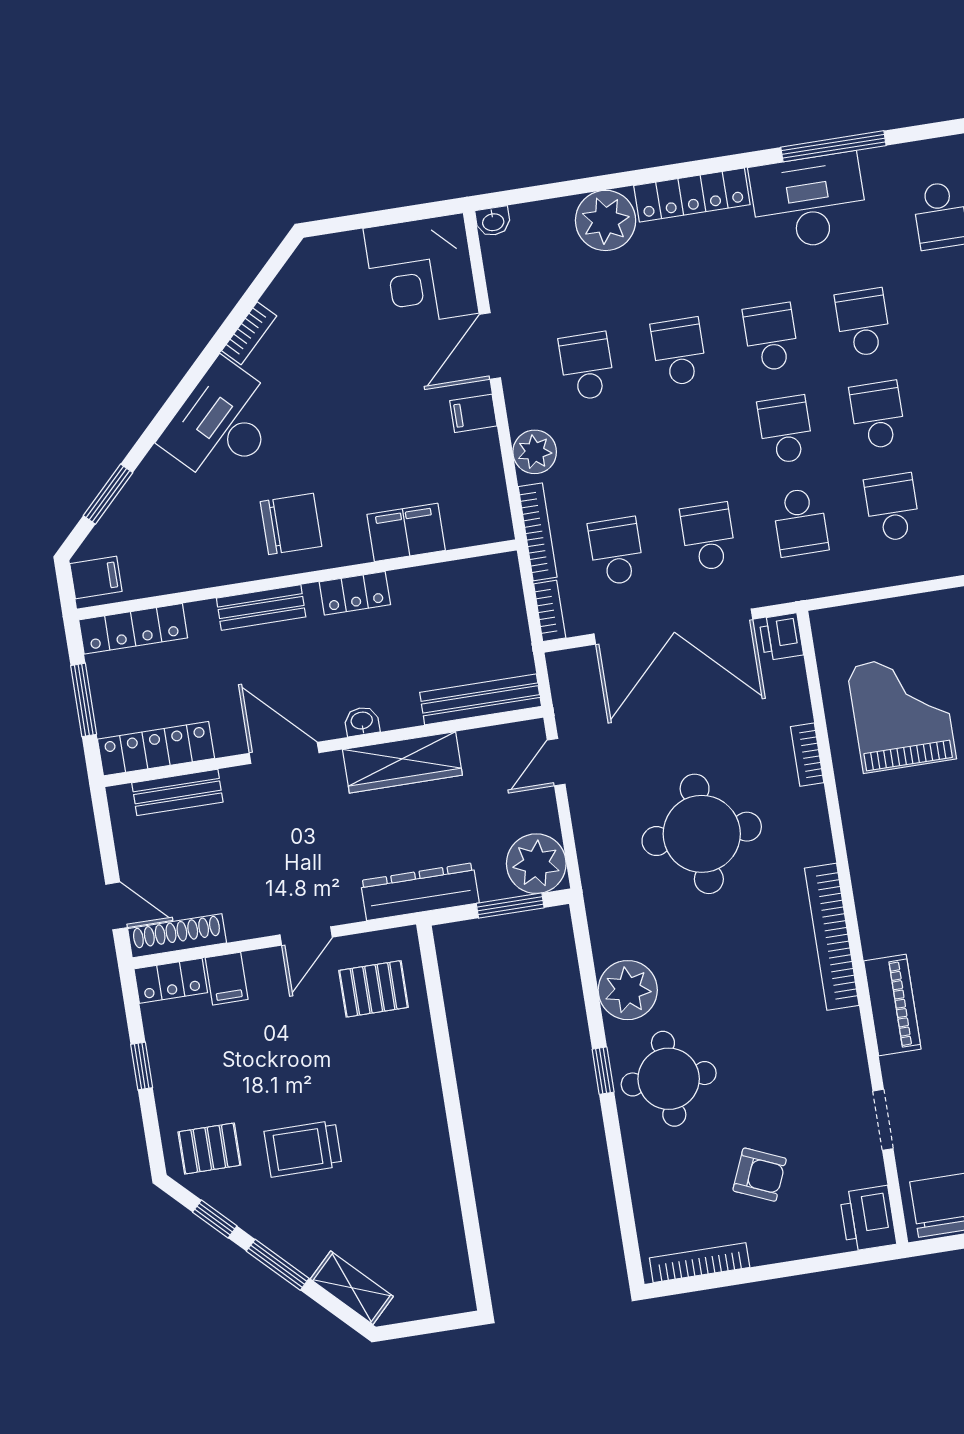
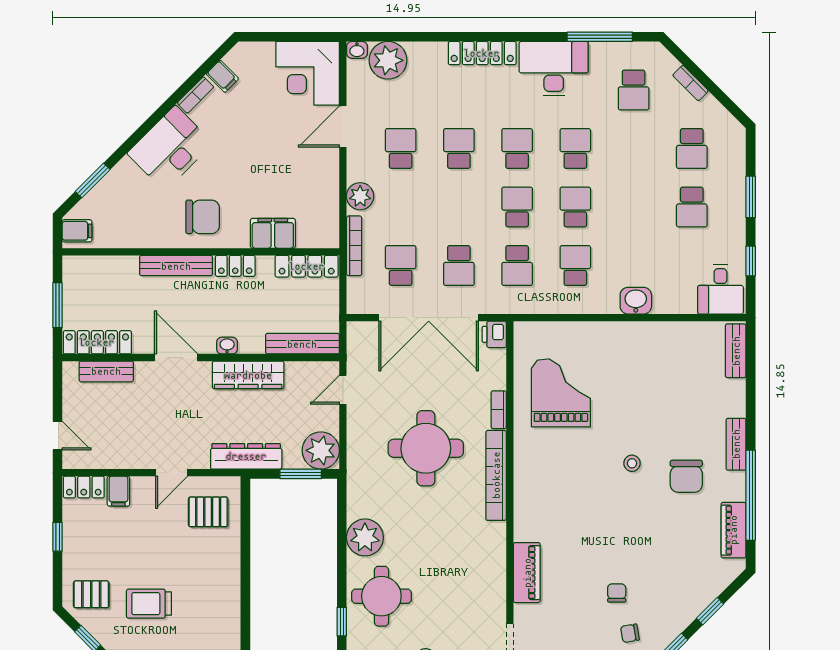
window: (833, 146) -> (600, 37), moved
plant: (606, 220) -> (388, 60), moved
filing cabinet: (473, 413) -> (222, 76), moved, turned -135
school desk: (708, 537) -> (459, 266), turned 180
bench: (261, 608) -> (176, 266), width x1.36
bookcase: (550, 611) -> (354, 296), removed
locker: (133, 629) -> (307, 266), moved
shoe rack: (177, 936) -> (92, 460), removed
bookcase: (832, 937) -> (496, 475), moved
window: (603, 1071) -> (342, 622), moved

